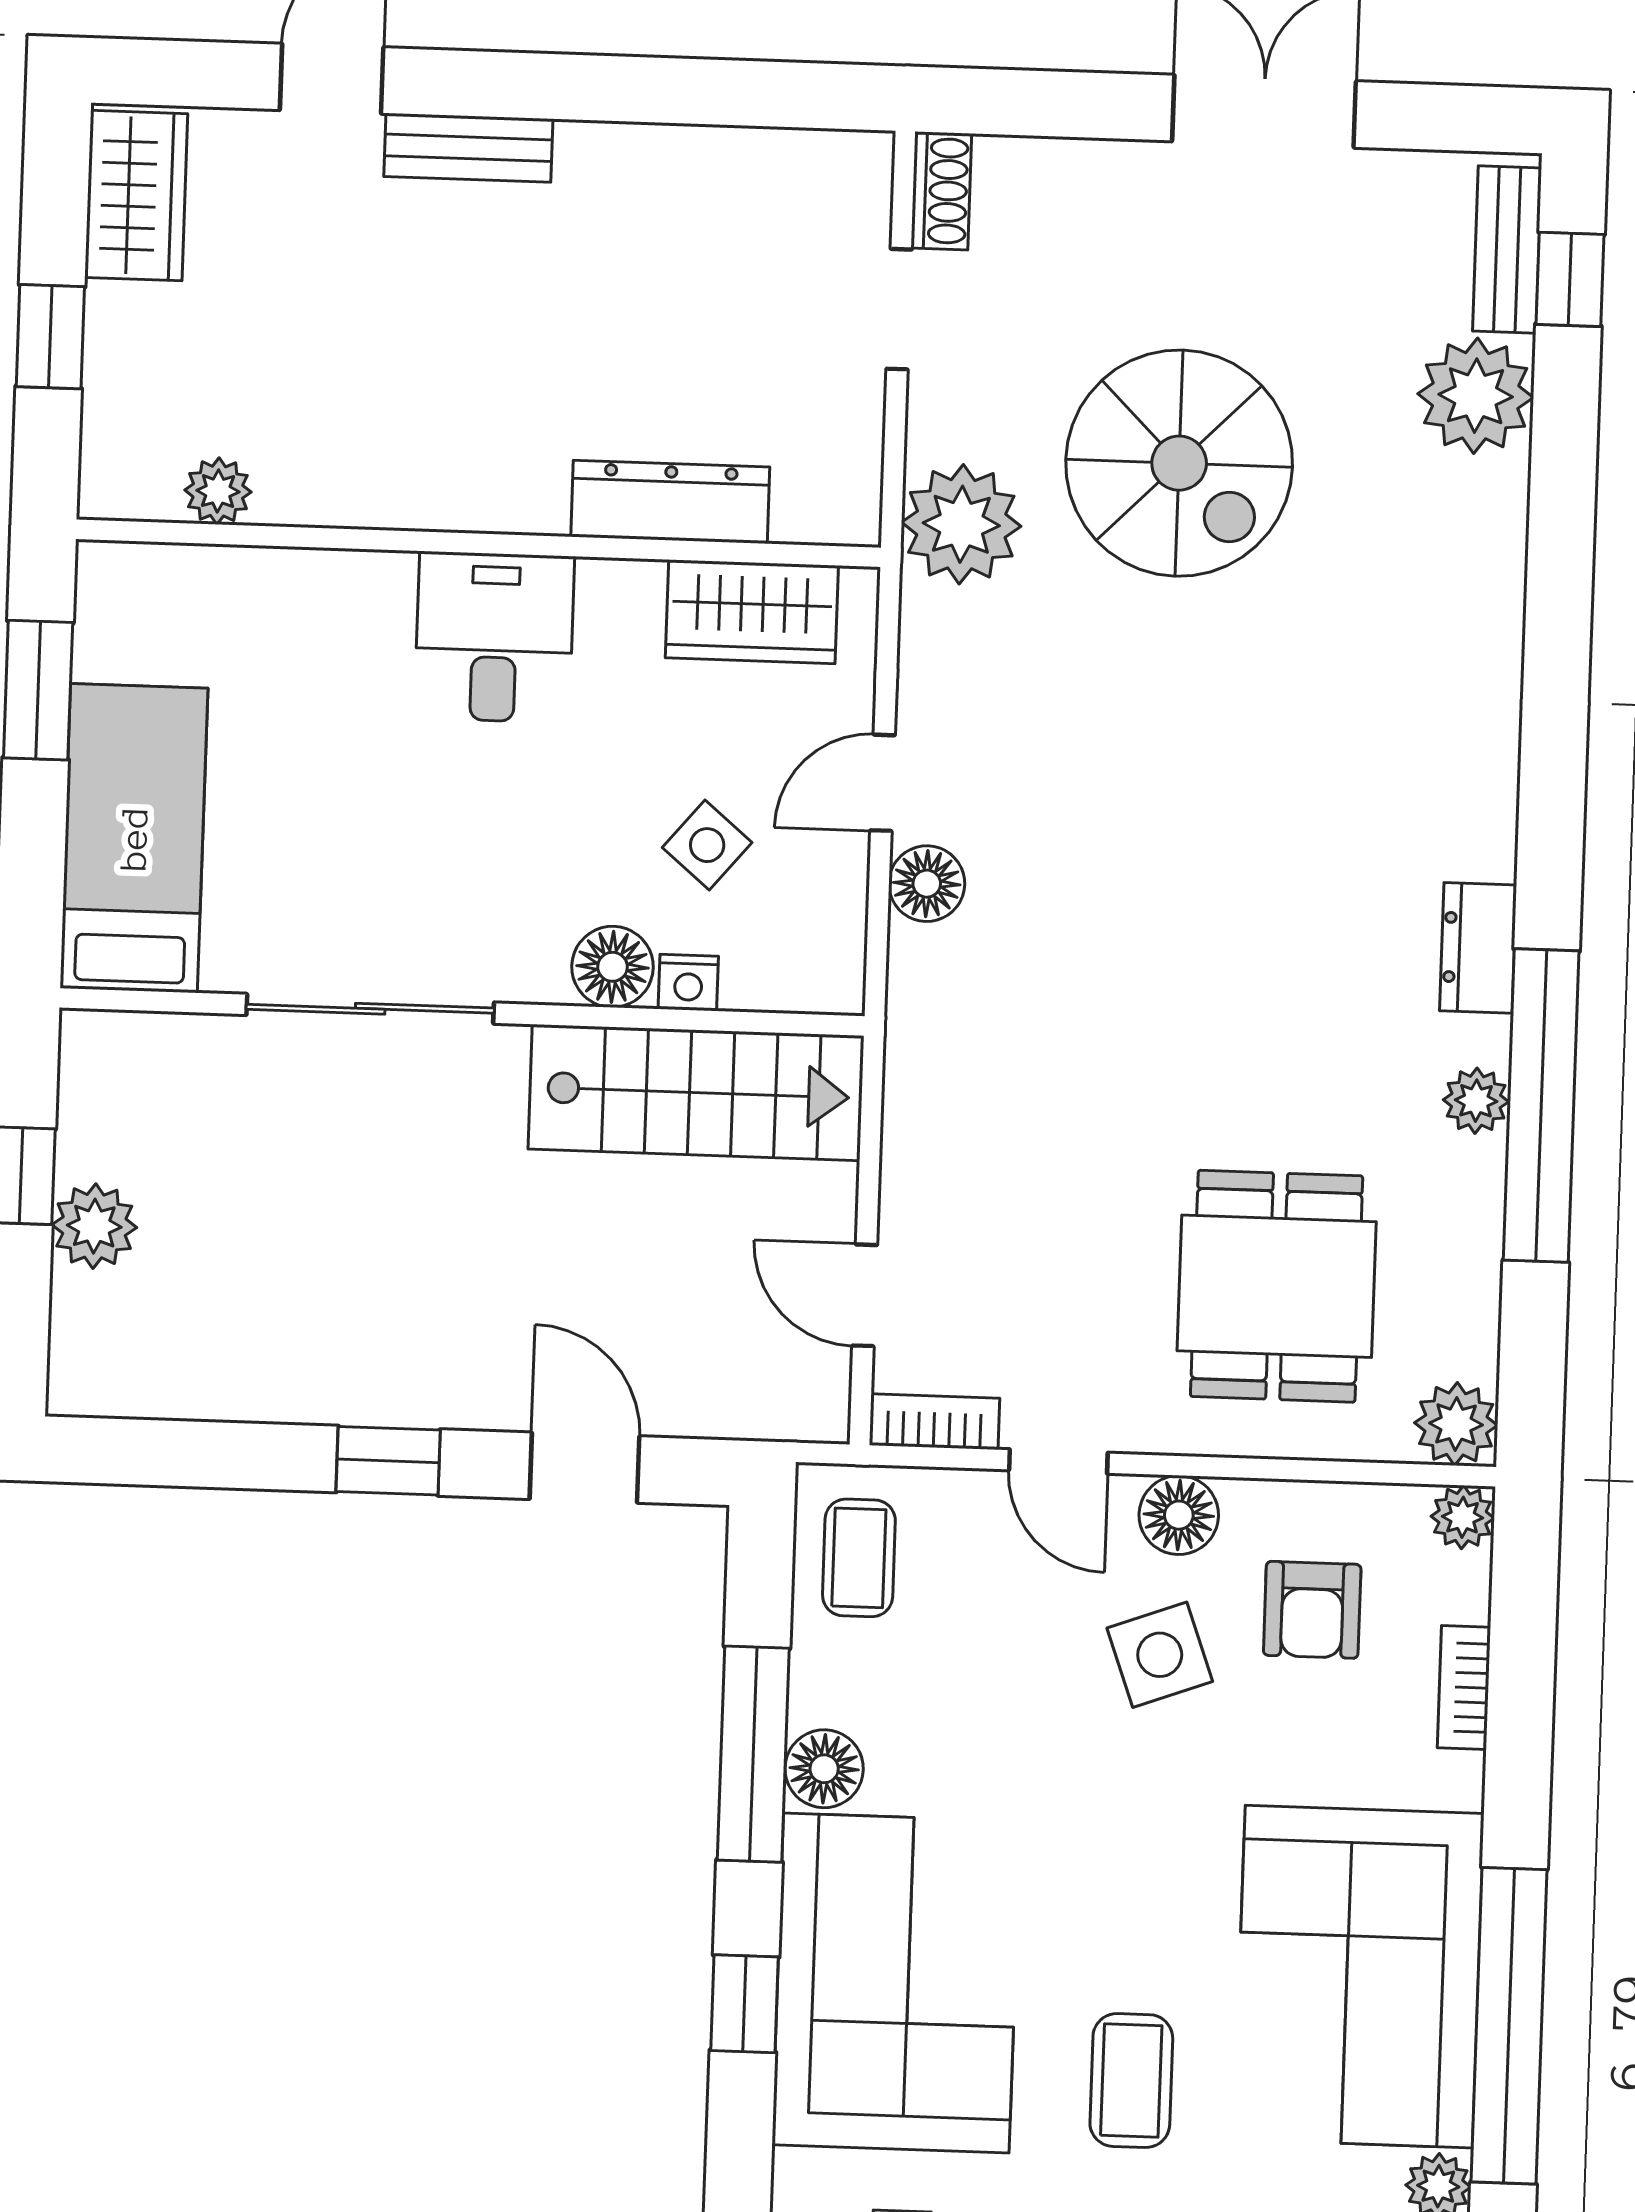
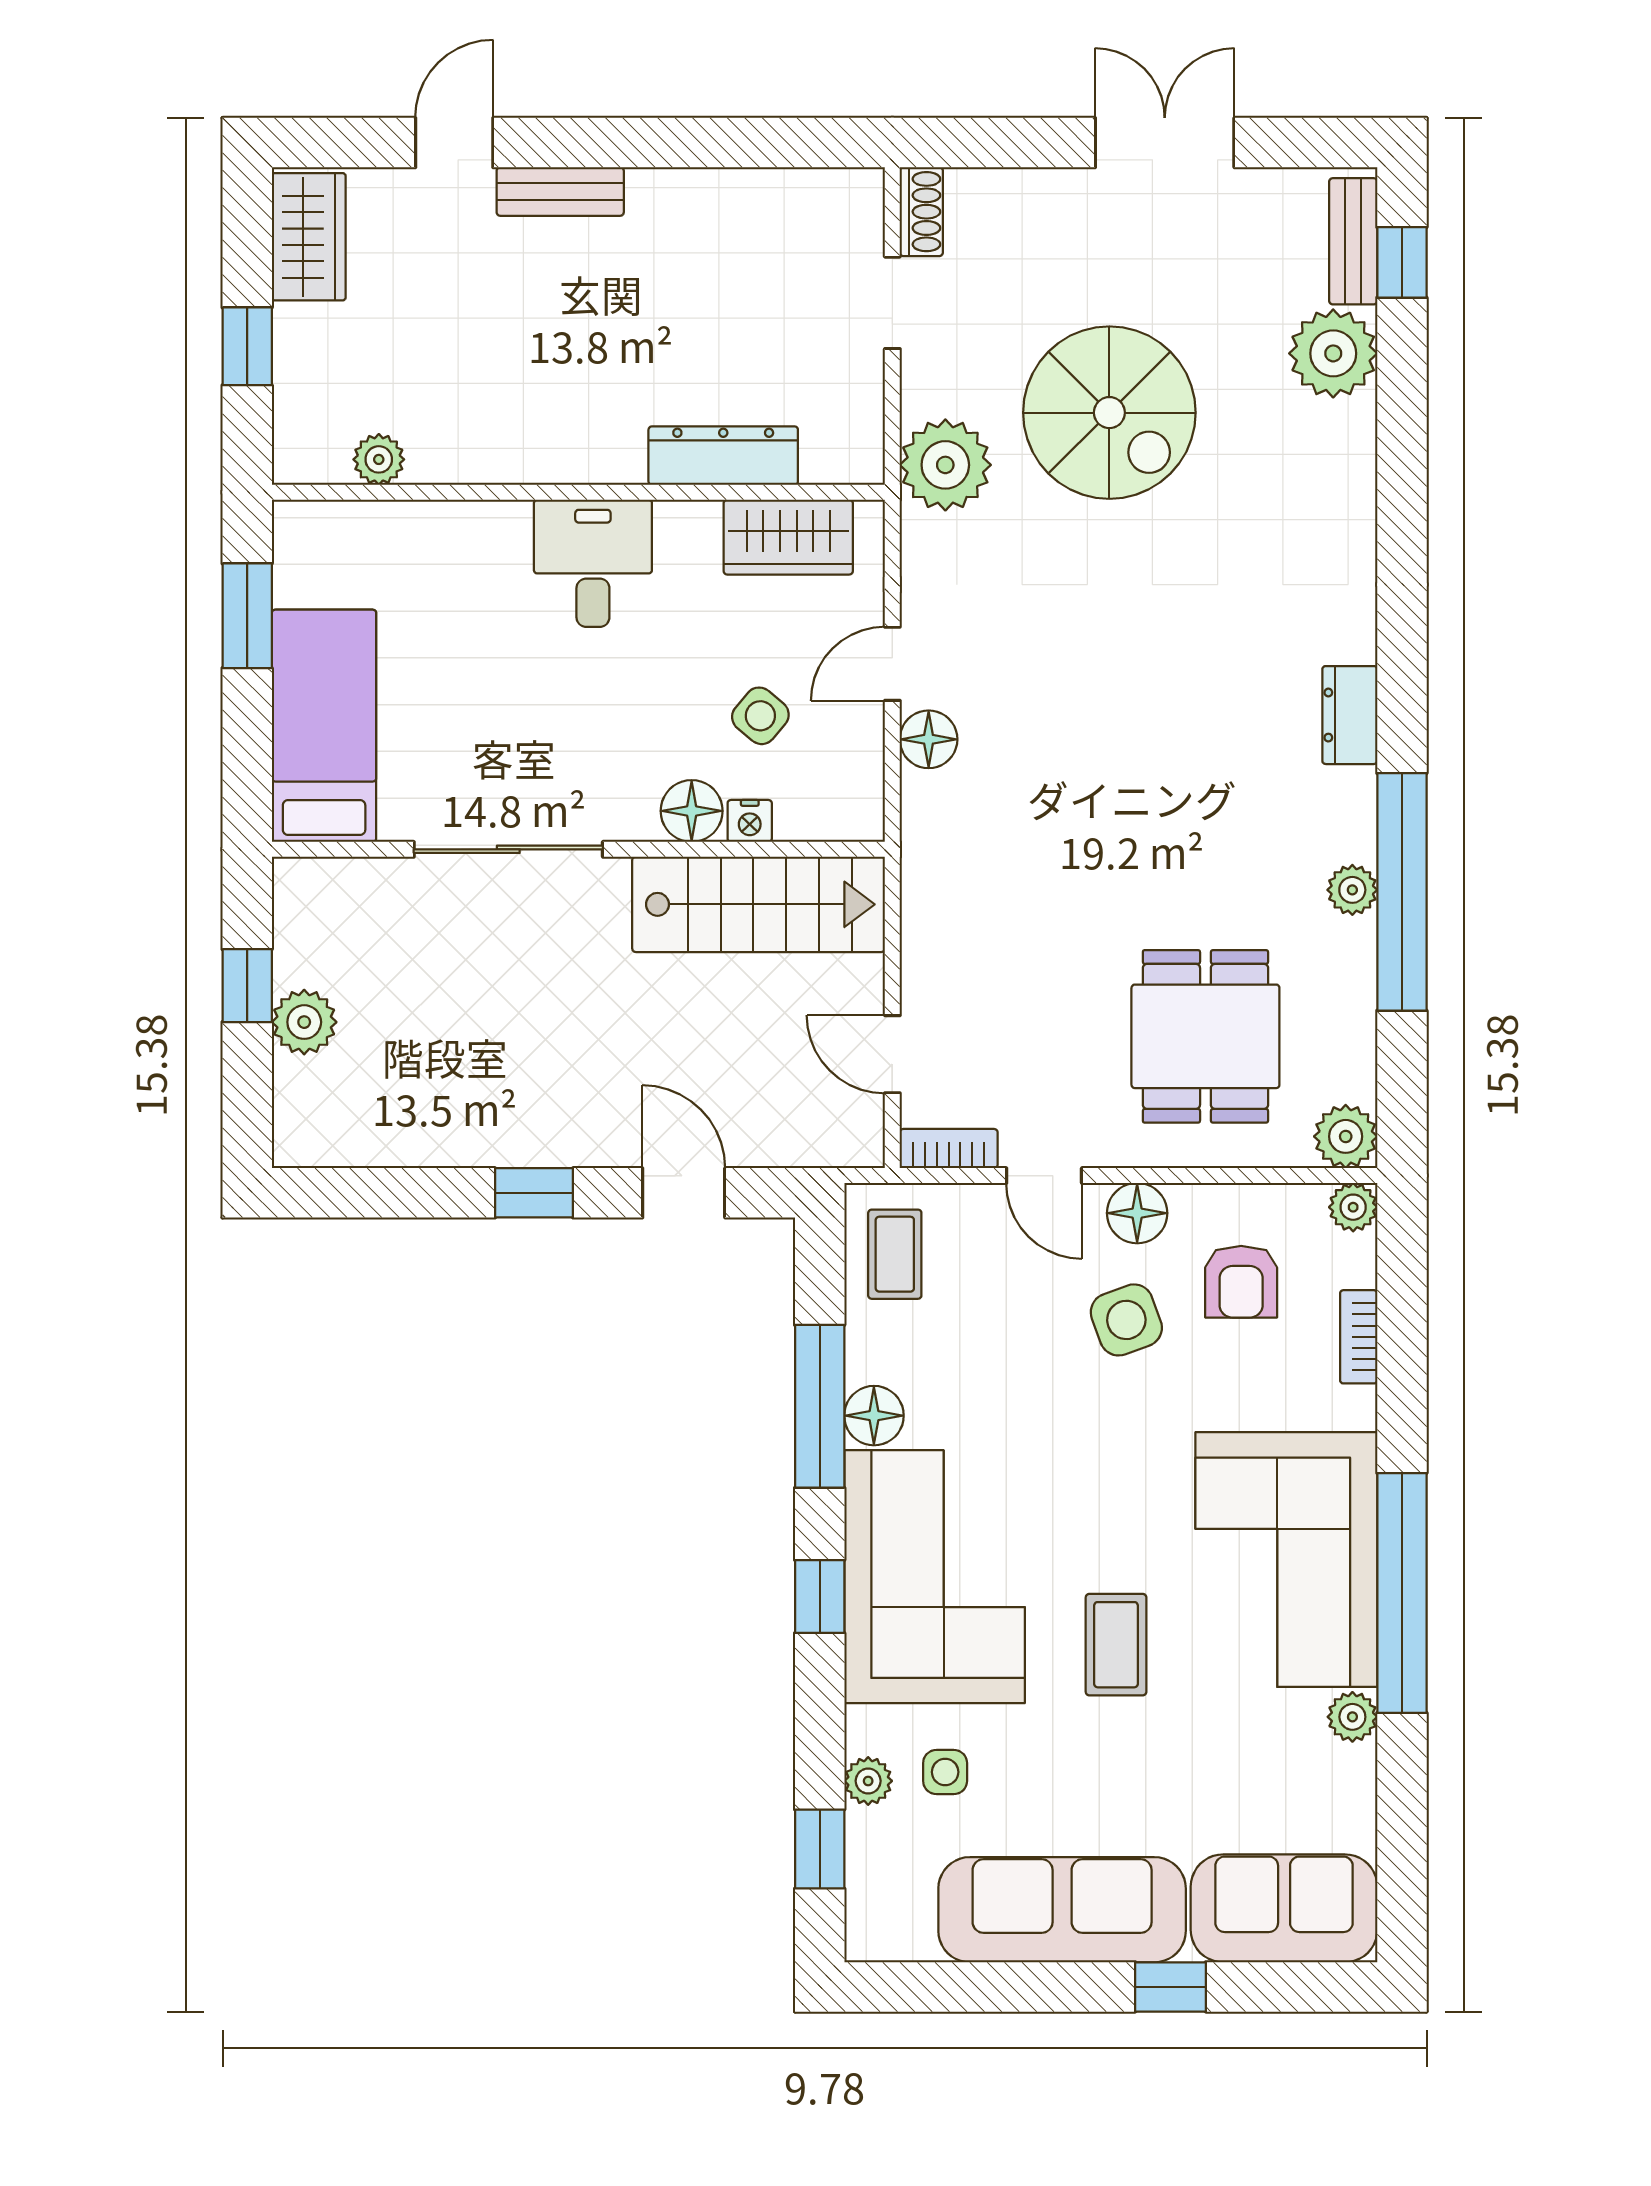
dresser: (1478, 948) -> (1350, 715), moved

